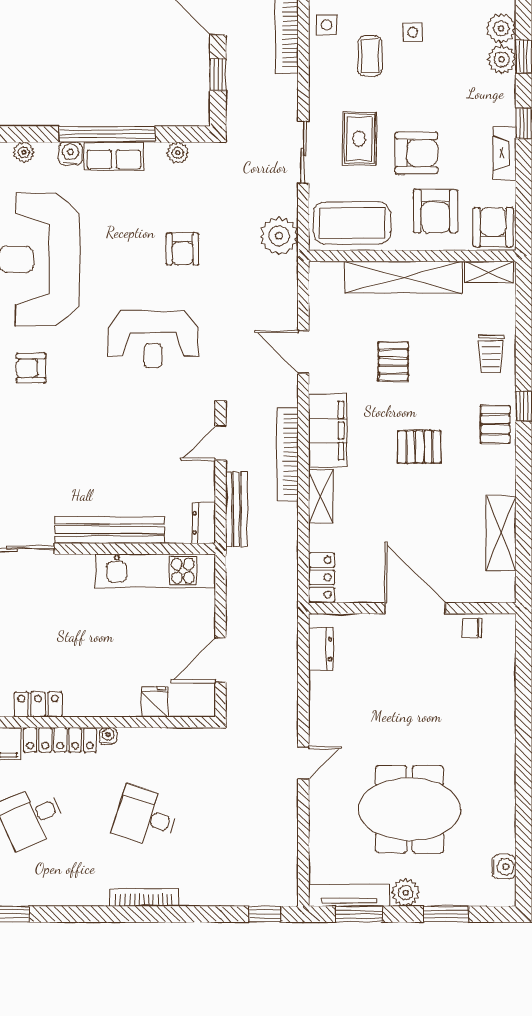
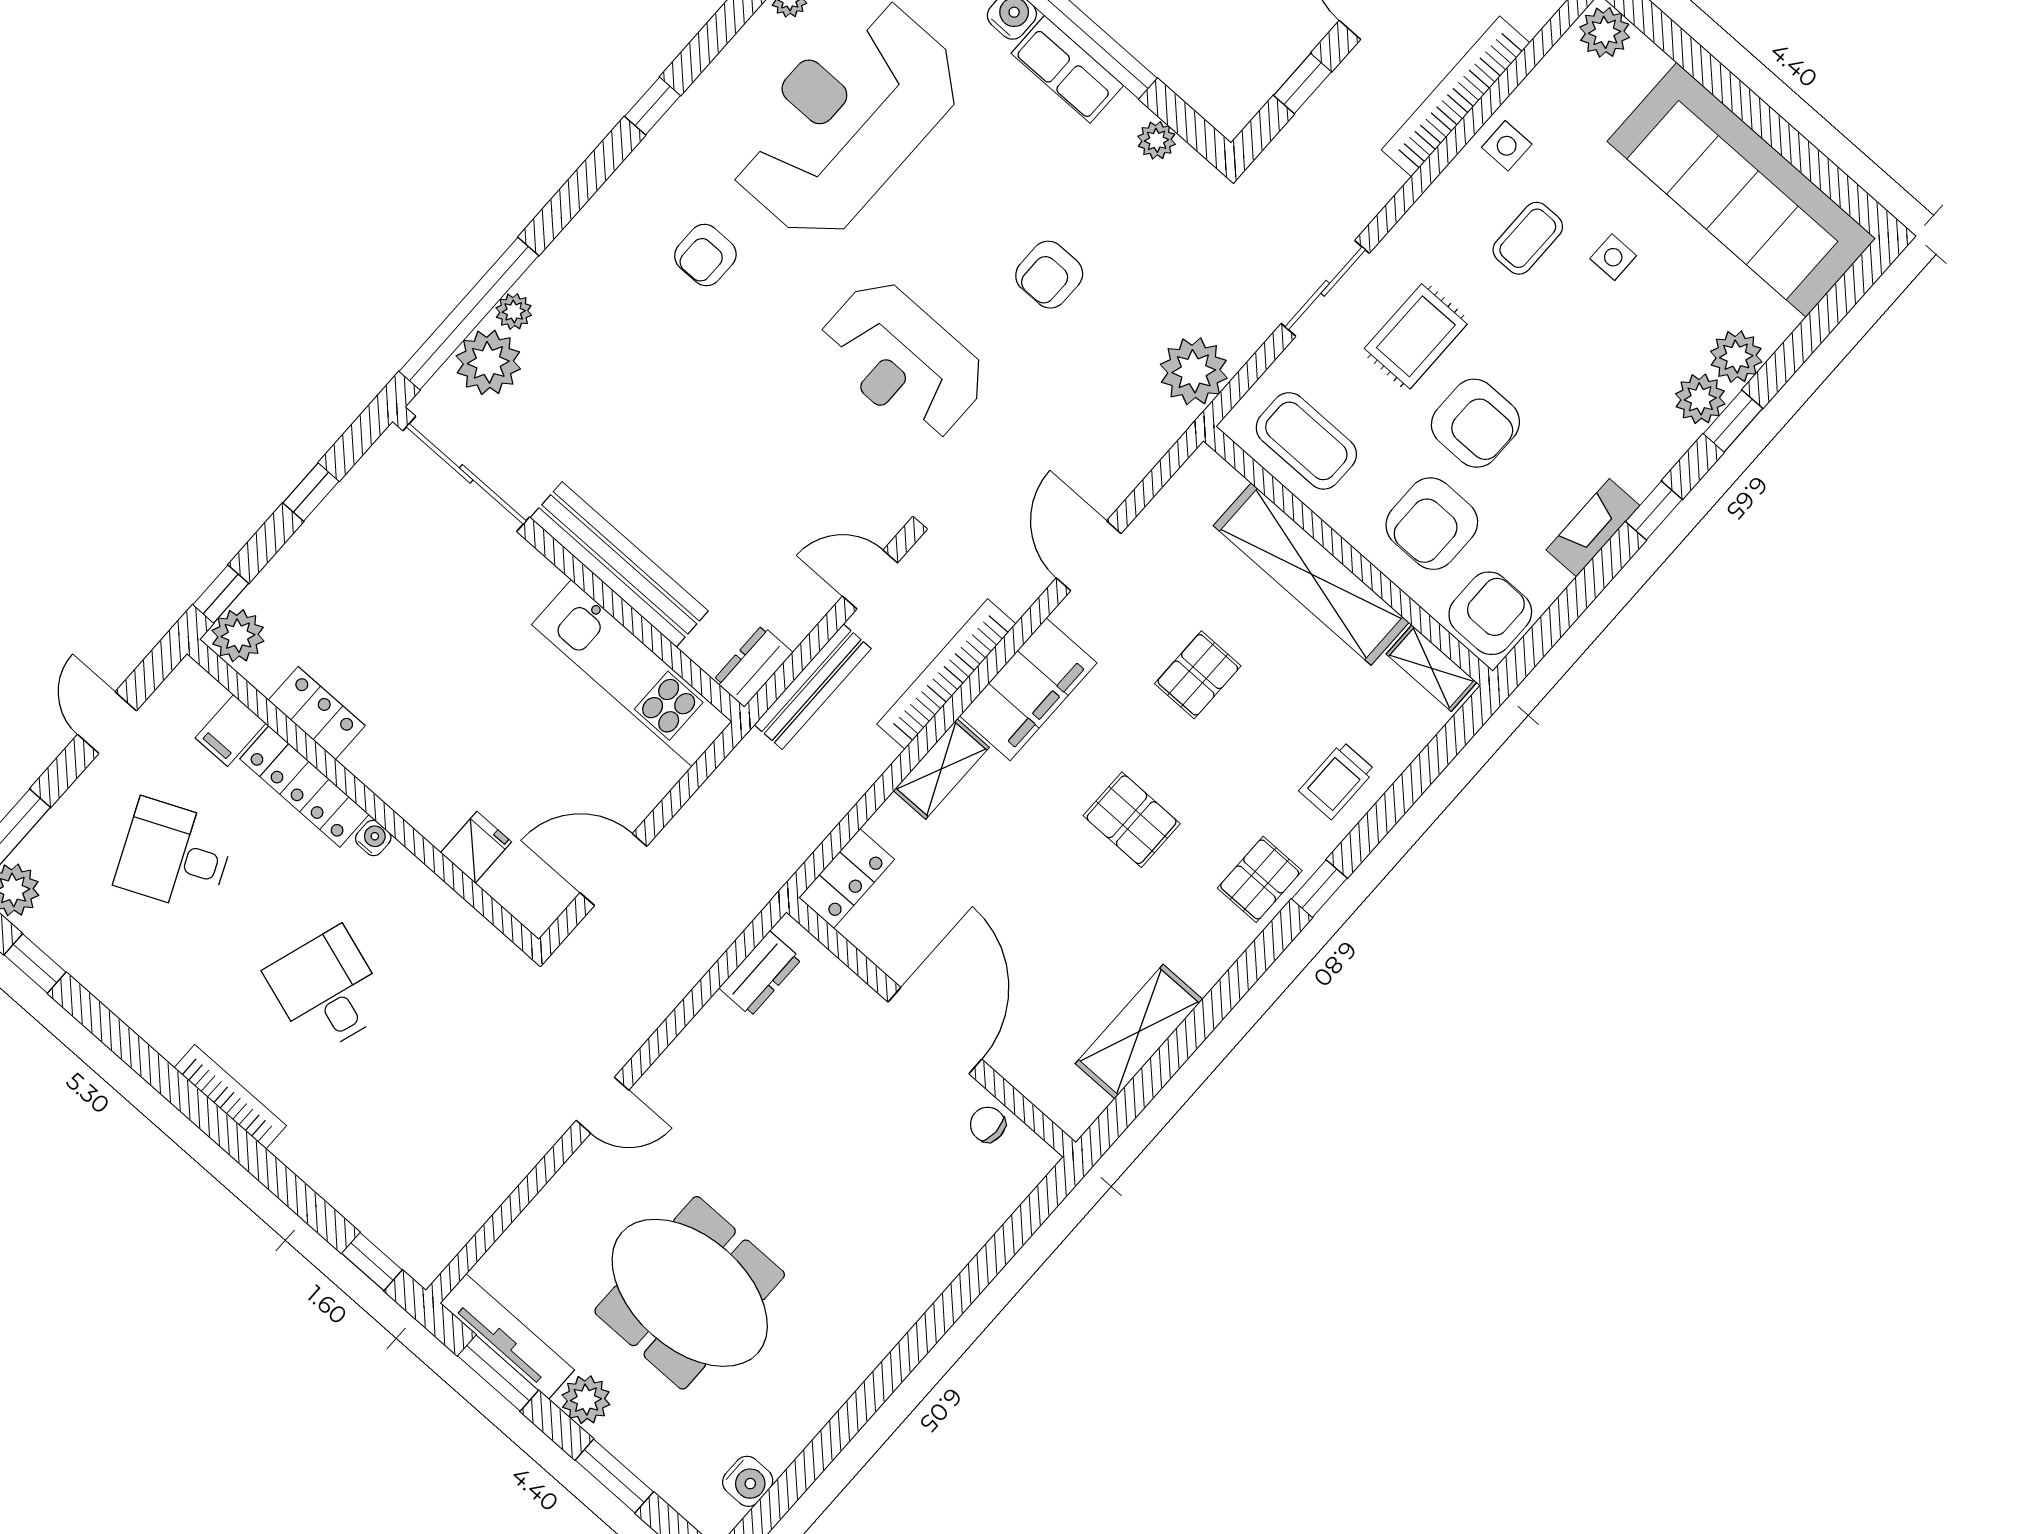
coffee table: (352, 223) -> (1306, 441), width x0.73, depth x0.76
armchair: (31, 368) -> (705, 255), turned -90

